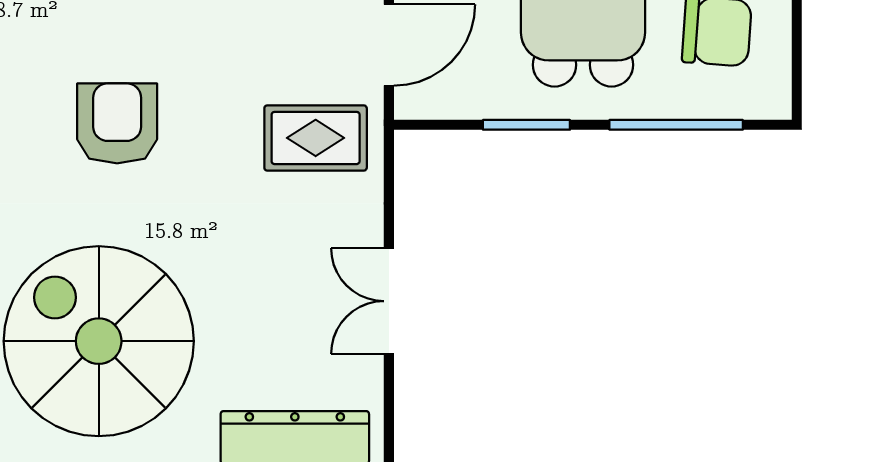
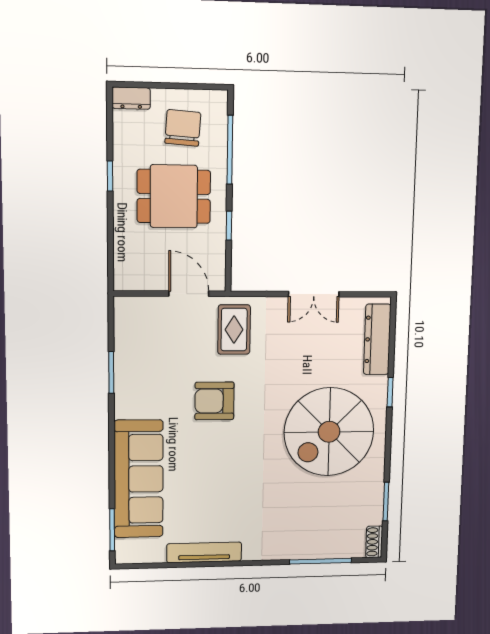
armchair: (117, 123) -> (214, 401), moved
window: (526, 125) -> (229, 226), width x0.67

